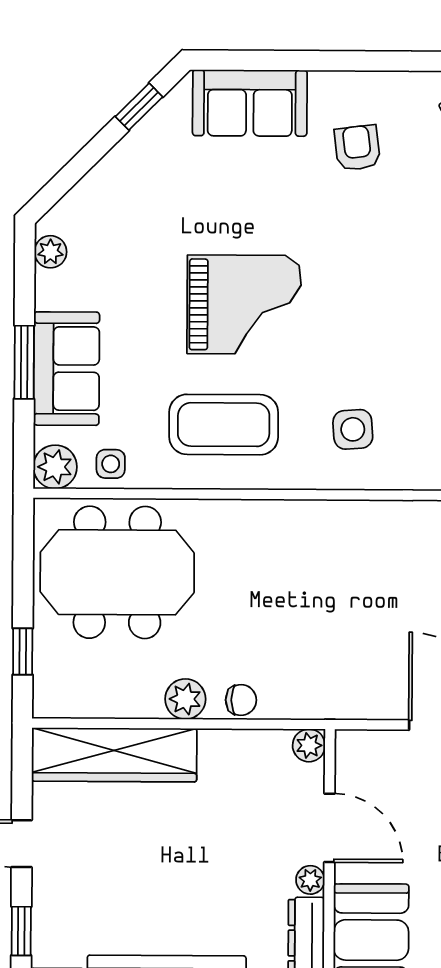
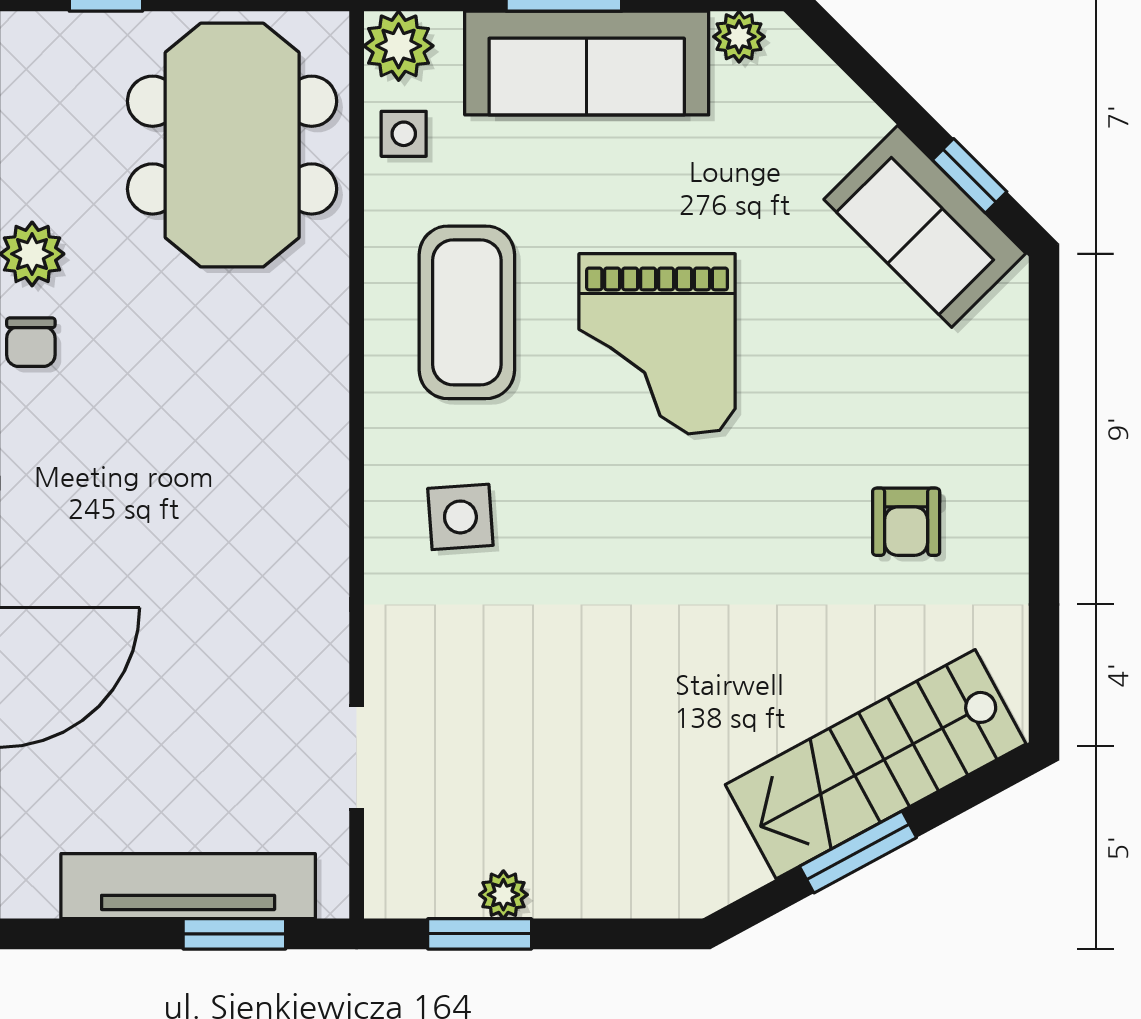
sofa: (250, 103) -> (925, 226), moved, turned -45
armchair: (357, 148) -> (906, 522), turned 97
sofa: (67, 369) -> (587, 63), width x1.36

